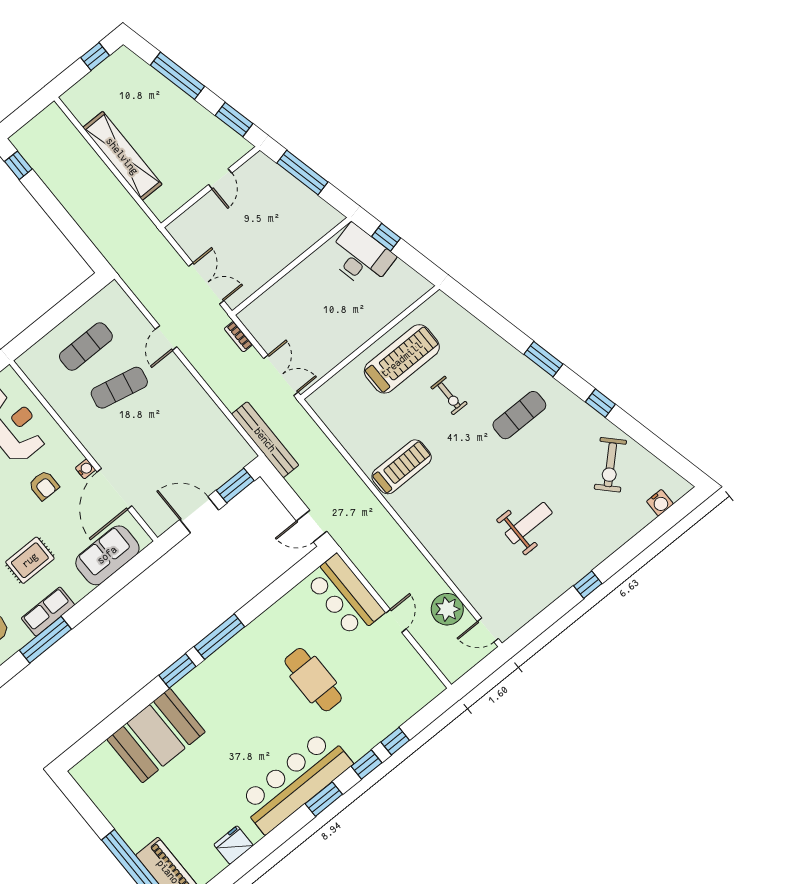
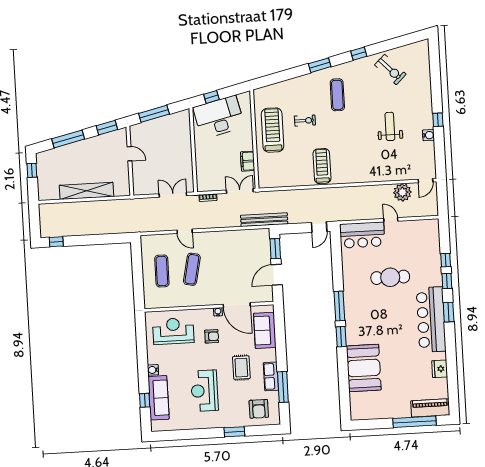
desk: (361, 257) -> (219, 117), width x1.36, depth x1.30
filing cabinet: (332, 355) -> (248, 161), added
water cooler: (660, 503) -> (428, 135), moved

